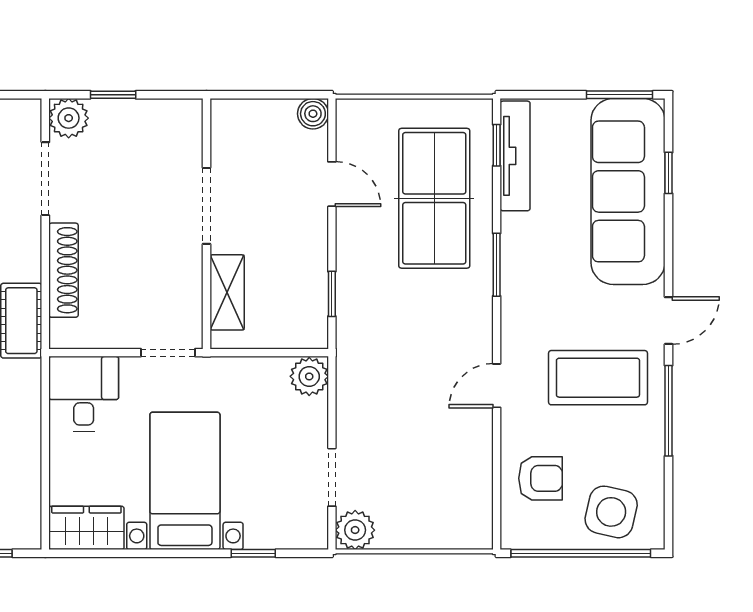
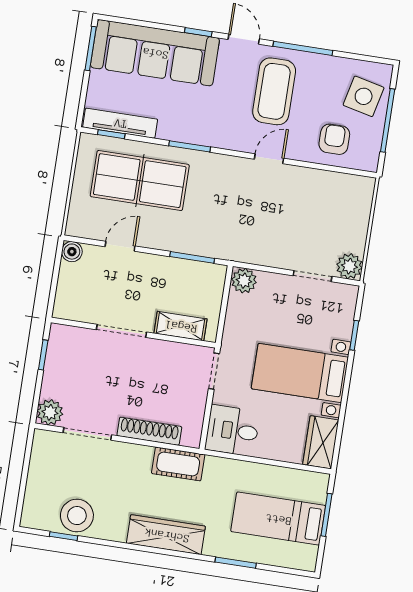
window: (113, 95) -> (43, 355), moved
window: (669, 173) -> (198, 32), moved
window: (332, 294) -> (192, 257), width x1.50
door: (497, 386) -> (269, 159), swing flipped
window: (581, 553) -> (388, 120), width x0.68

